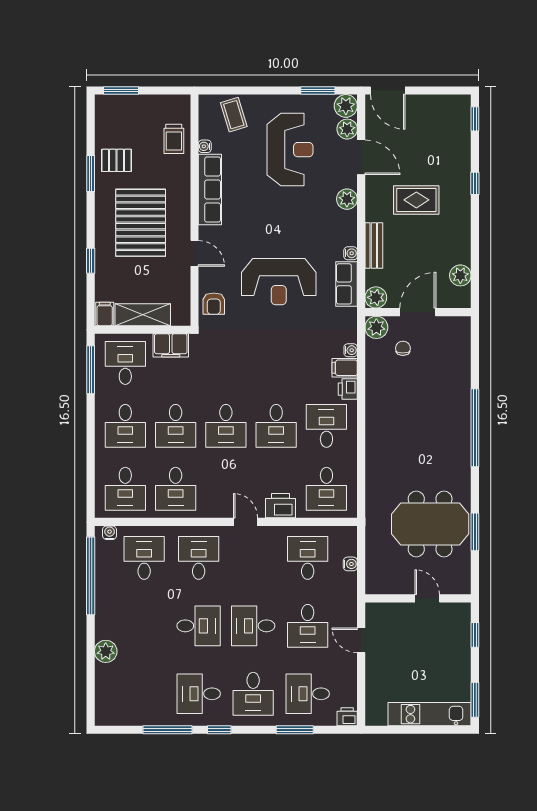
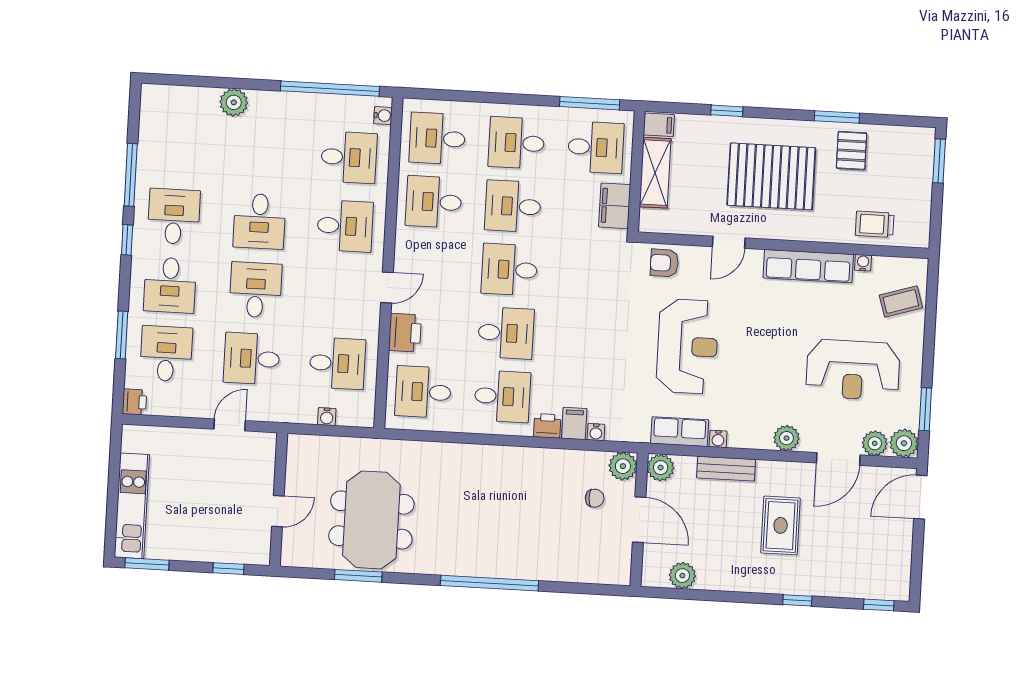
reception desk: (279, 282) -> (687, 346), turned 180
desk: (276, 426) -> (506, 333), turned 180
desk: (253, 694) -> (170, 285), turned -90

